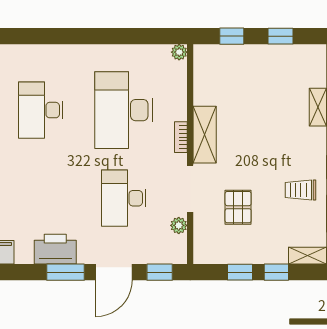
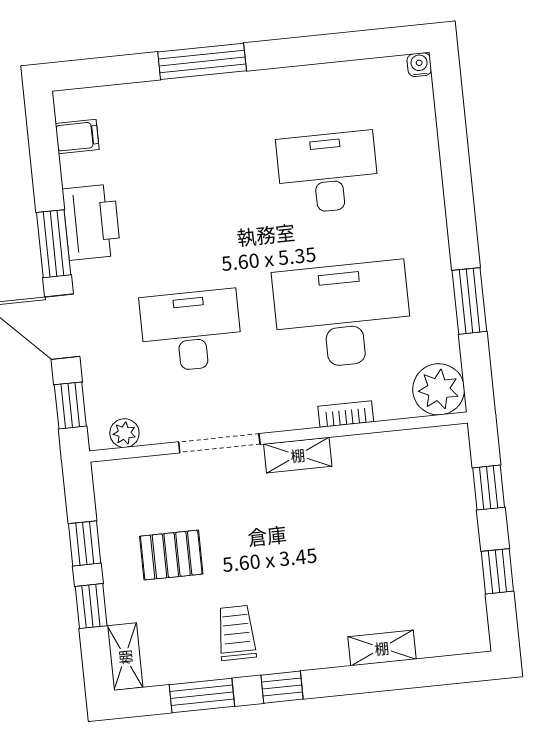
window: (123, 36) -> (469, 301), added
plant: (179, 52) -> (439, 389), width x1.88, depth x1.88
shelving: (205, 135) -> (298, 455), width x0.67, depth x0.75
bookcase: (181, 137) -> (346, 414), moved
pallet: (238, 207) -> (171, 555), moved
plant: (179, 225) -> (124, 433), moved

